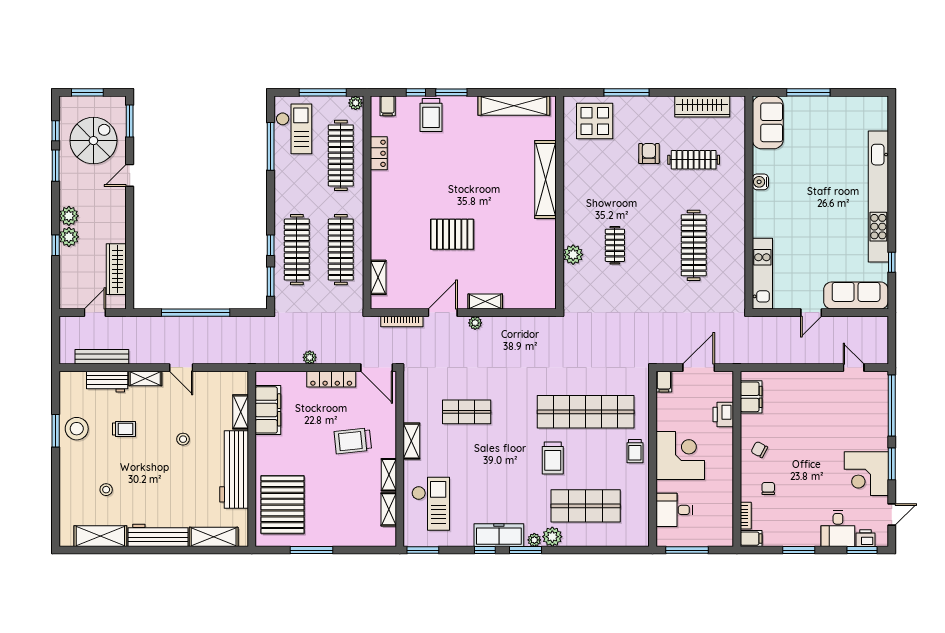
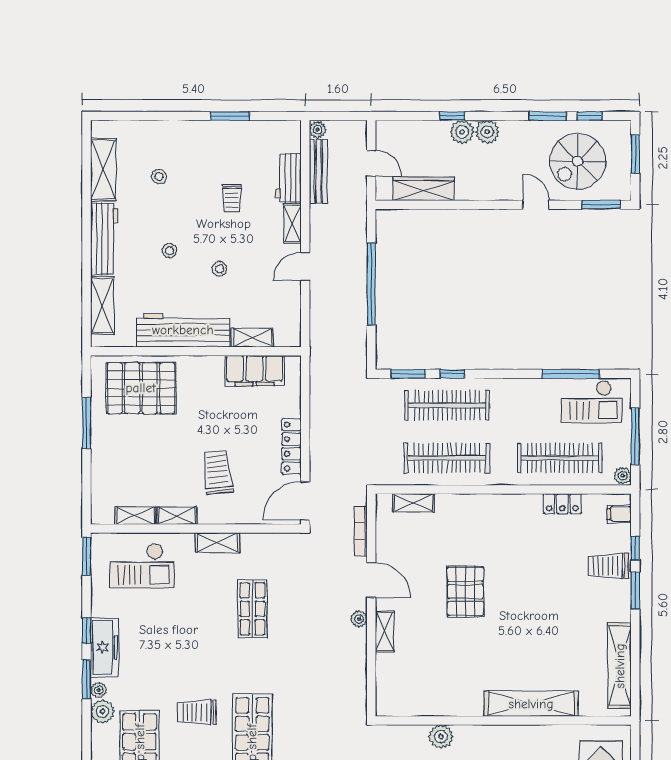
spiral stairs: (93, 141) -> (578, 161), turned 90
plant: (310, 357) -> (318, 130), moved
stool: (77, 429) -> (170, 251), moved, width x0.53, depth x0.53

